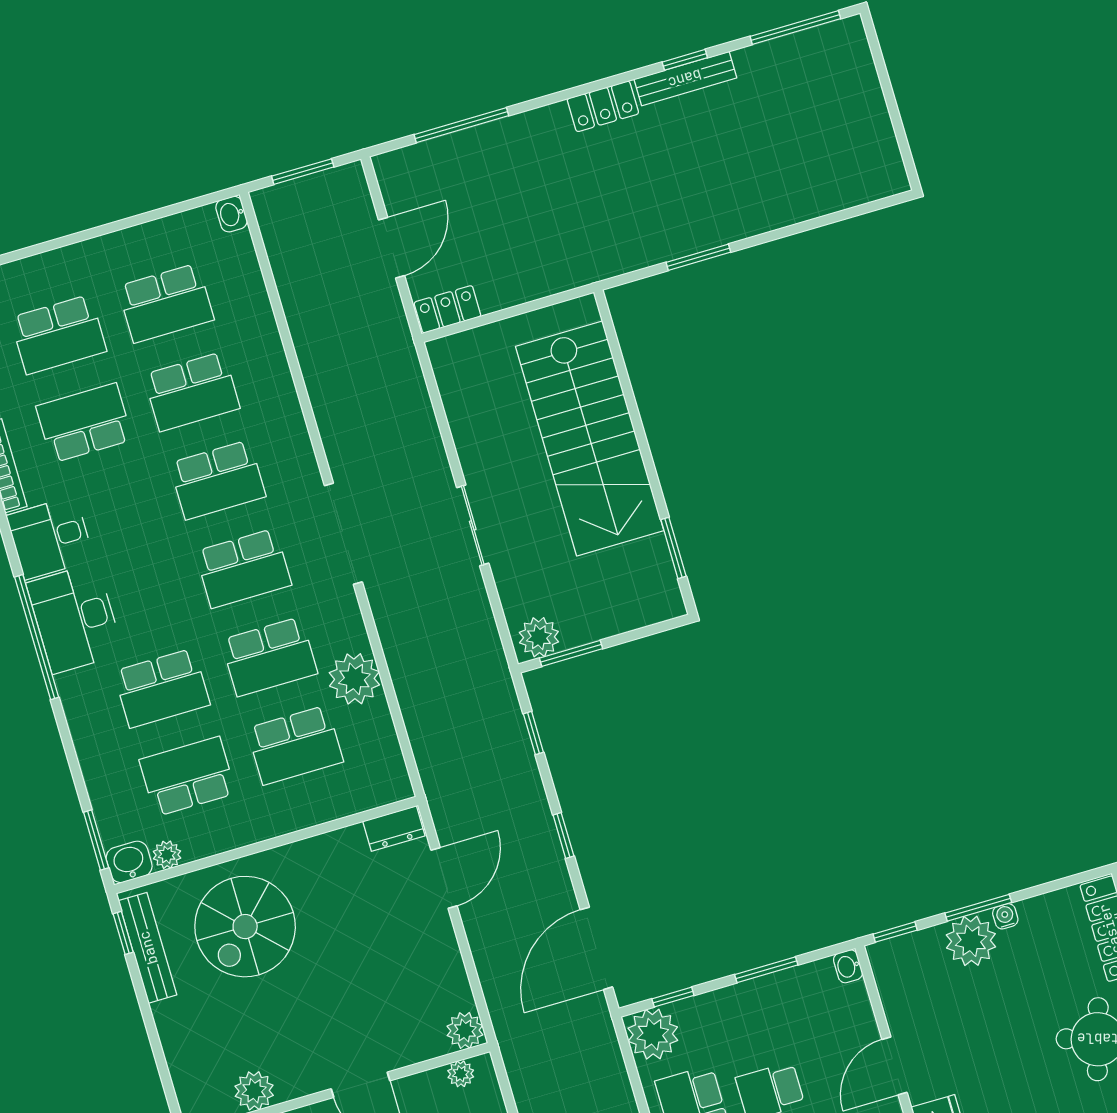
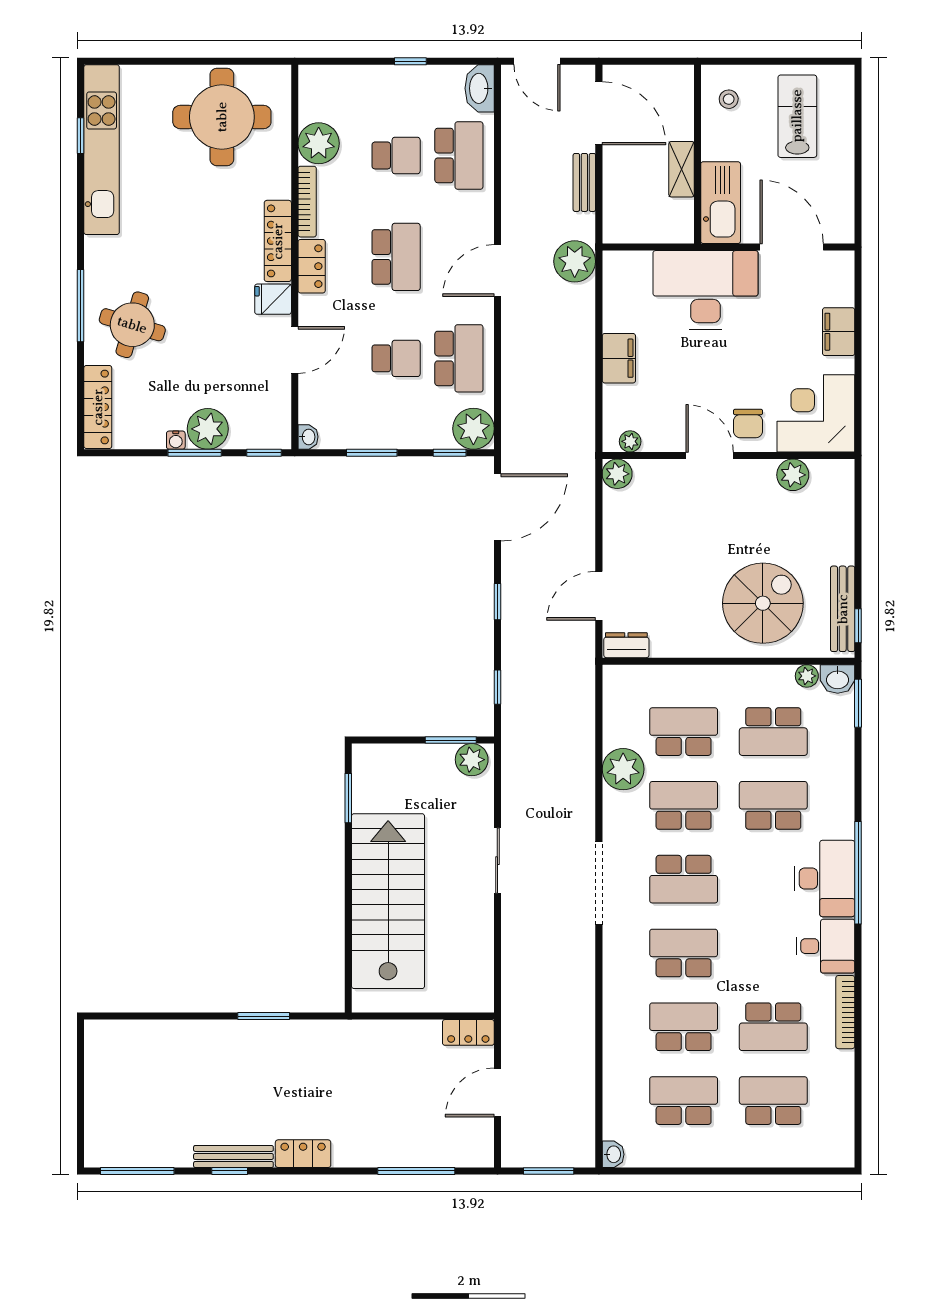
school desk: (243, 568) -> (684, 879), turned 180

